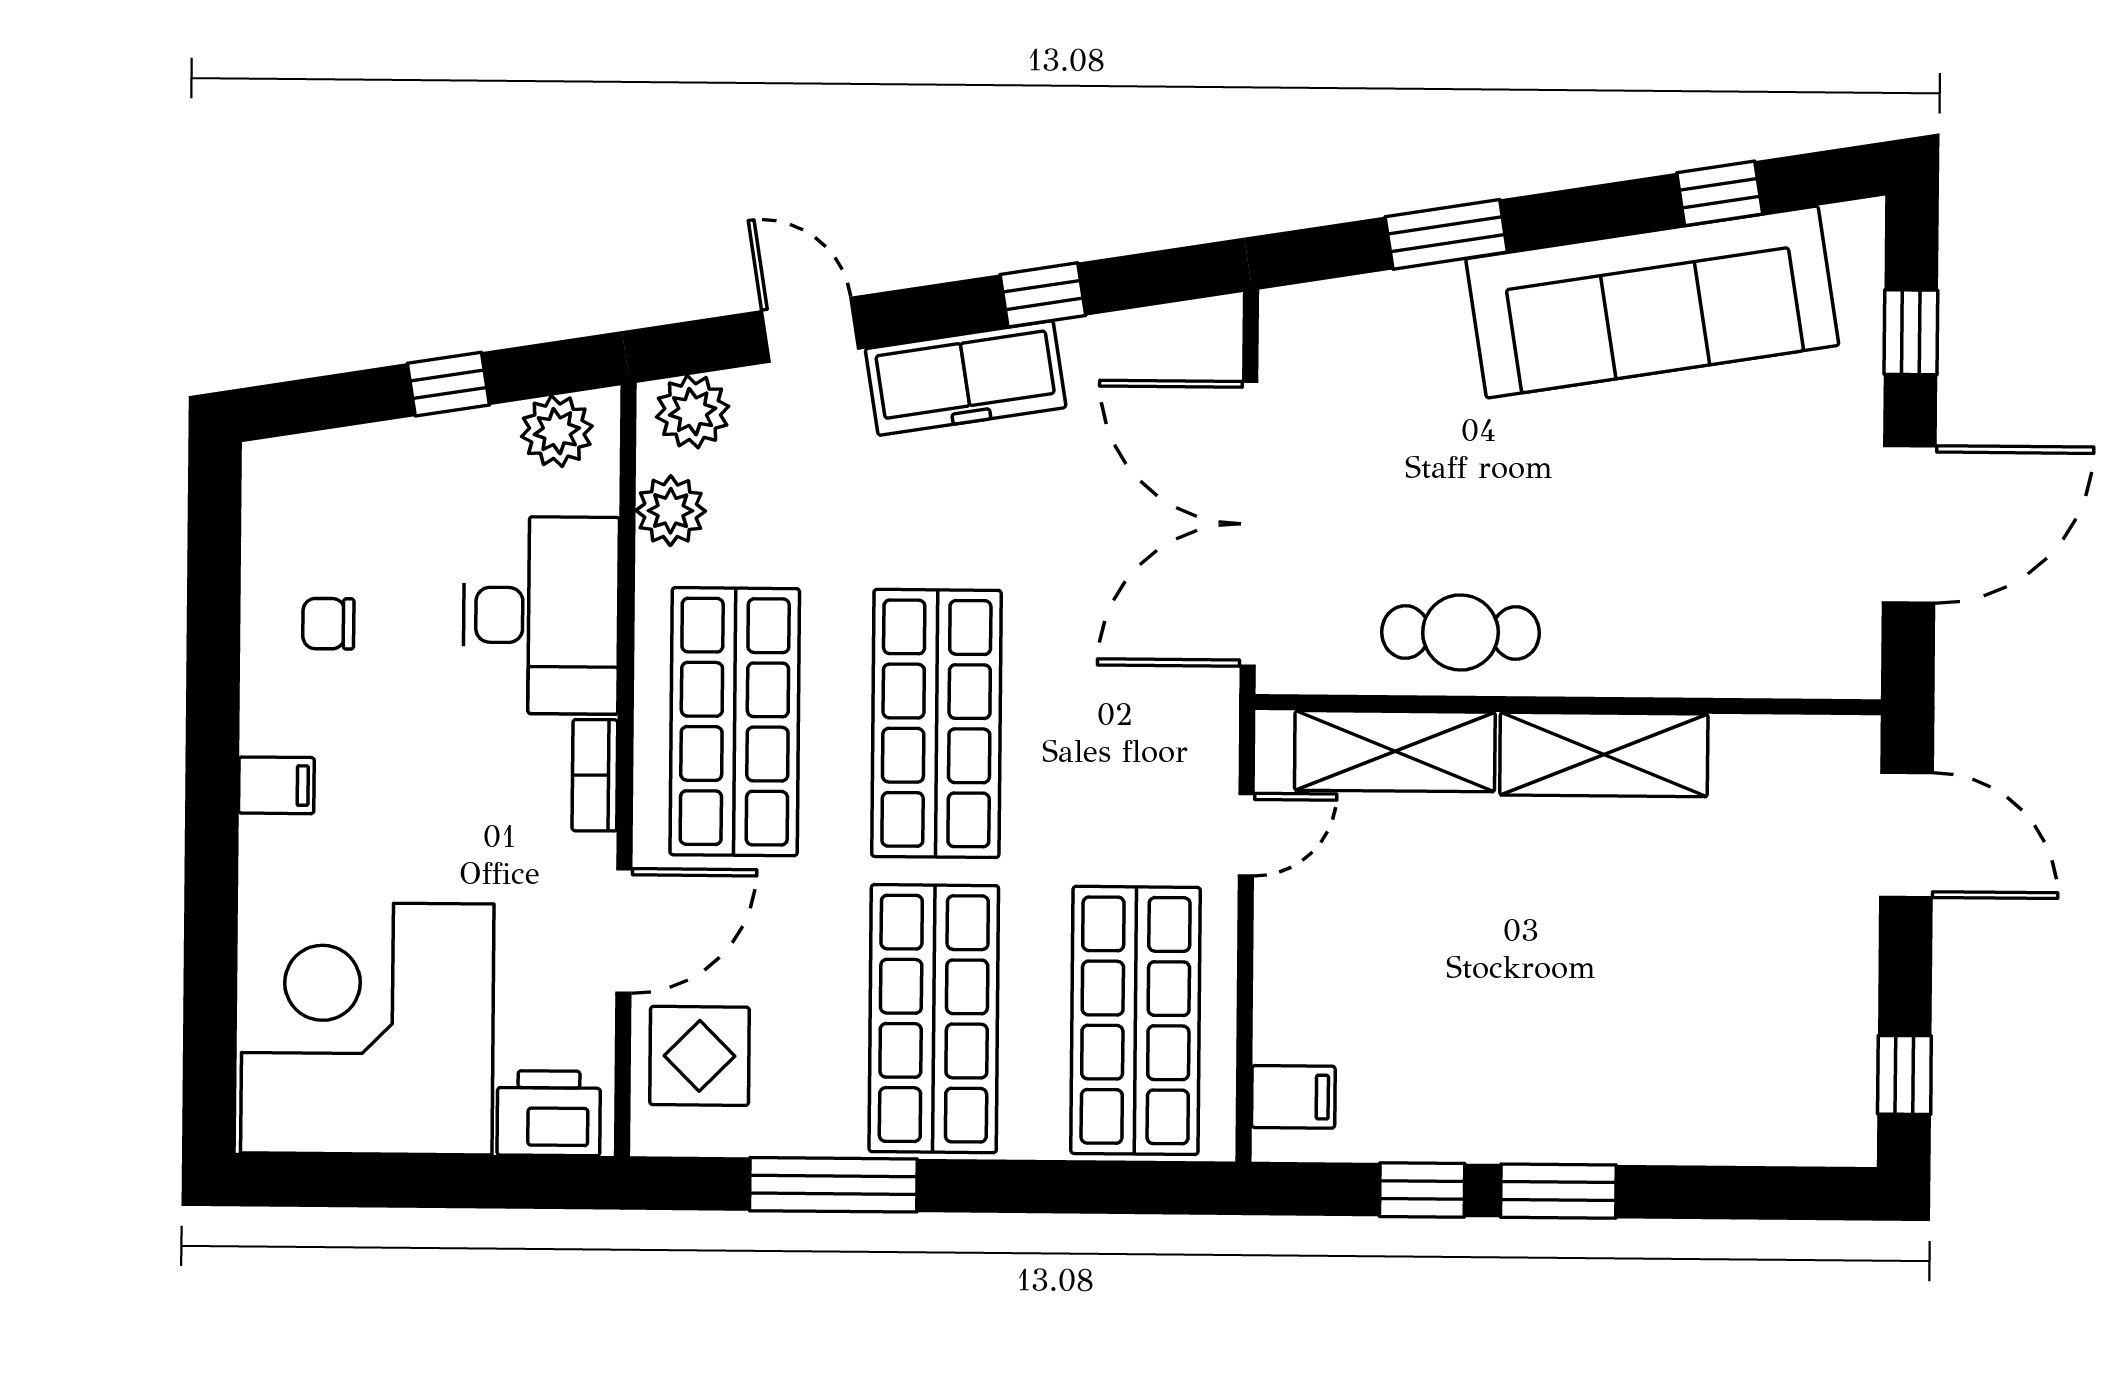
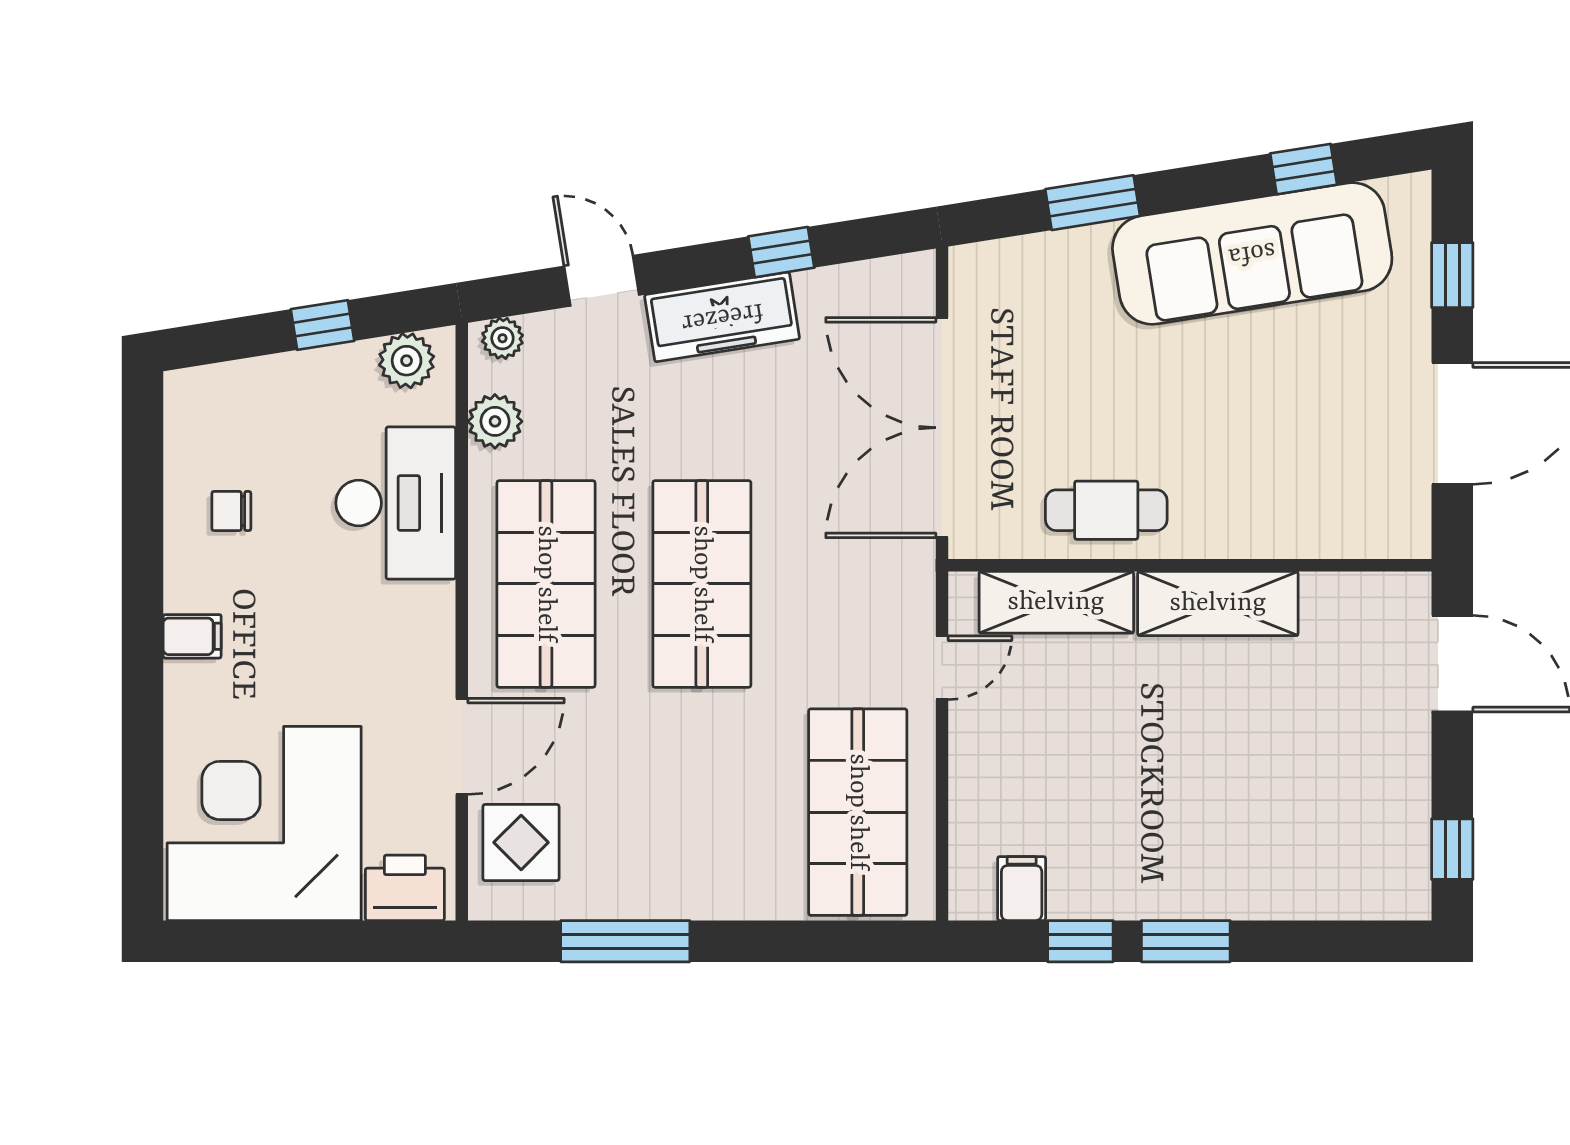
plant: (693, 412) -> (502, 338), width x0.73, depth x0.73
bookcase: (595, 775) -> (438, 626), removed
shop shelf: (934, 1019) -> (702, 812), removed
filing cabinet: (1293, 1097) -> (1022, 889), moved, turned -90

